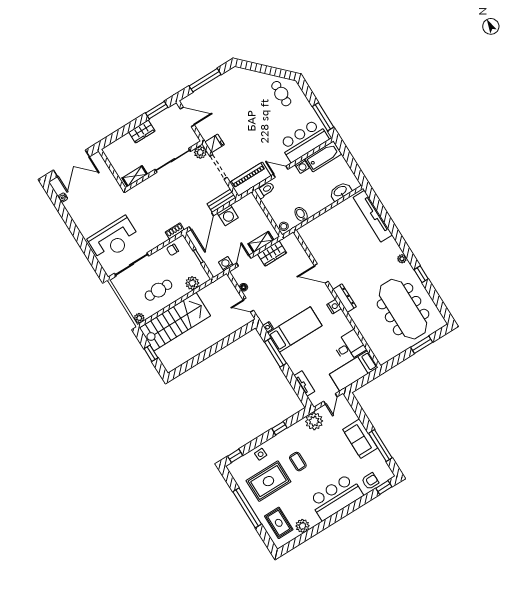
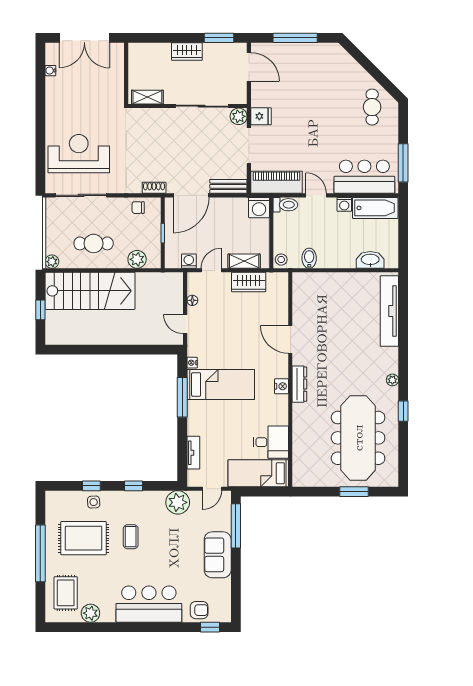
washing machine: (228, 215) -> (259, 208), moved
reception desk: (114, 239) -> (79, 154), turned 180
window: (380, 445) -> (236, 526), moved
window: (235, 456) -> (91, 486), moved

